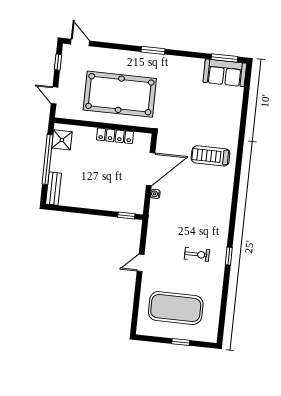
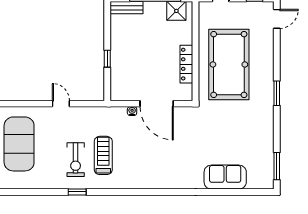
sofa: (225, 73) -> (225, 177), moved, turned 90
treadmill: (211, 156) -> (103, 155), moved
window: (126, 215) -> (107, 59), moved
exercise bike: (197, 254) -> (76, 160), width x1.38, depth x1.39

